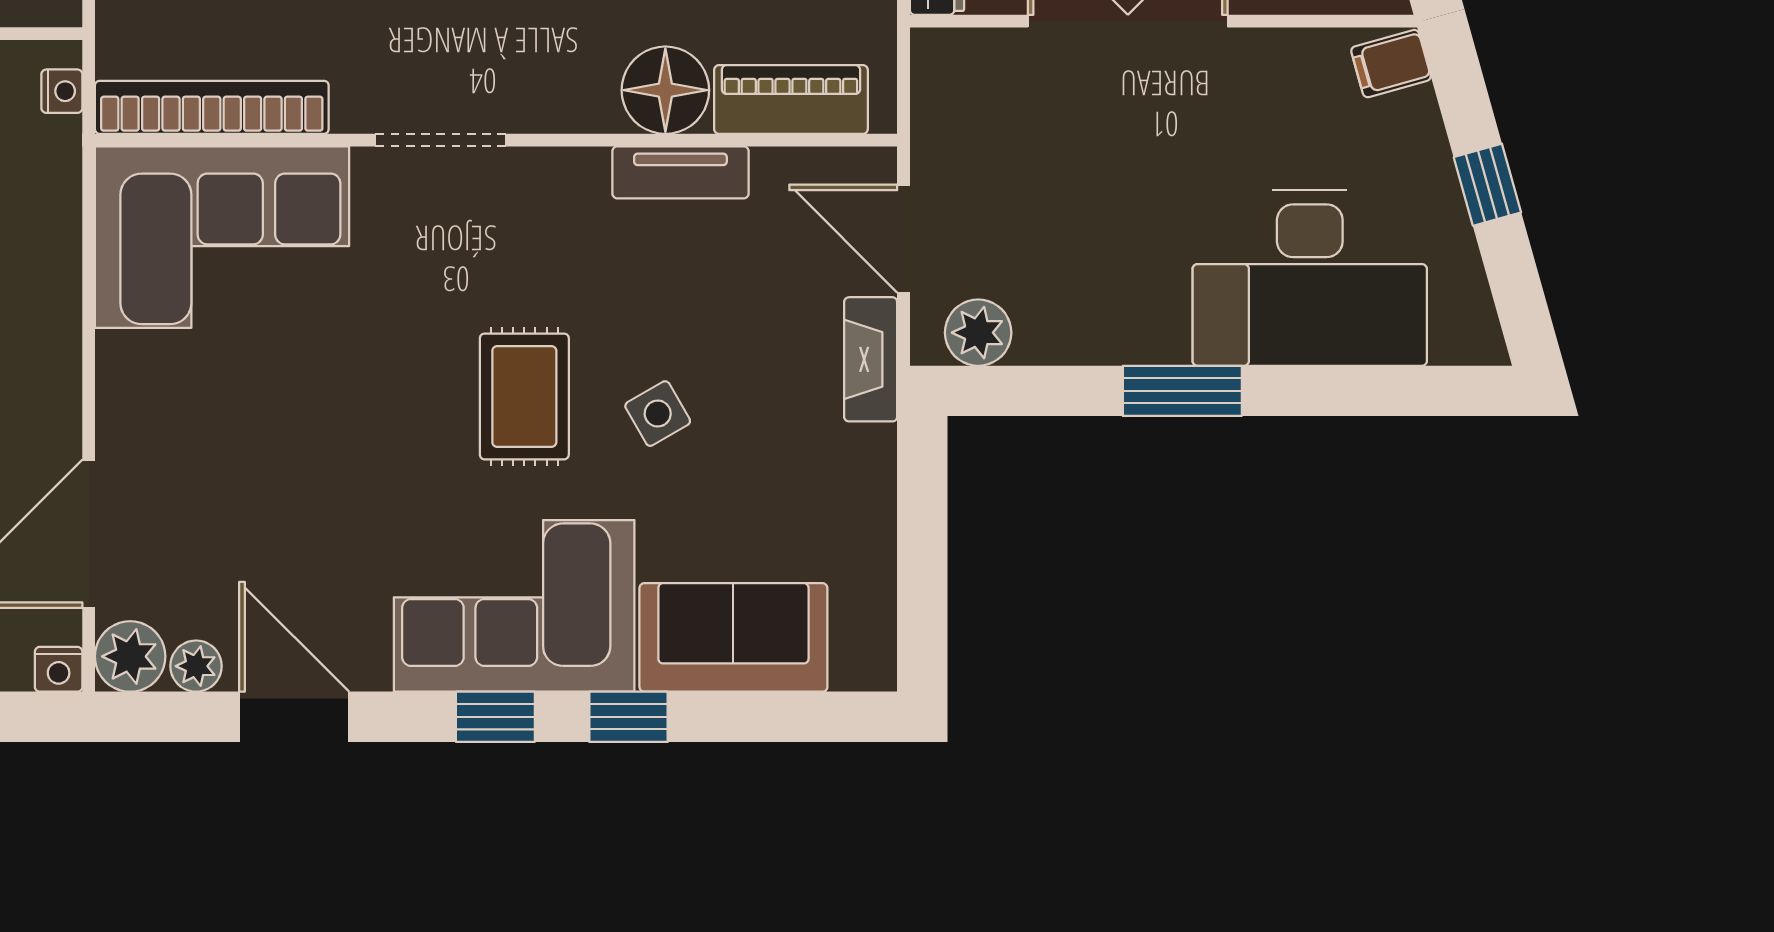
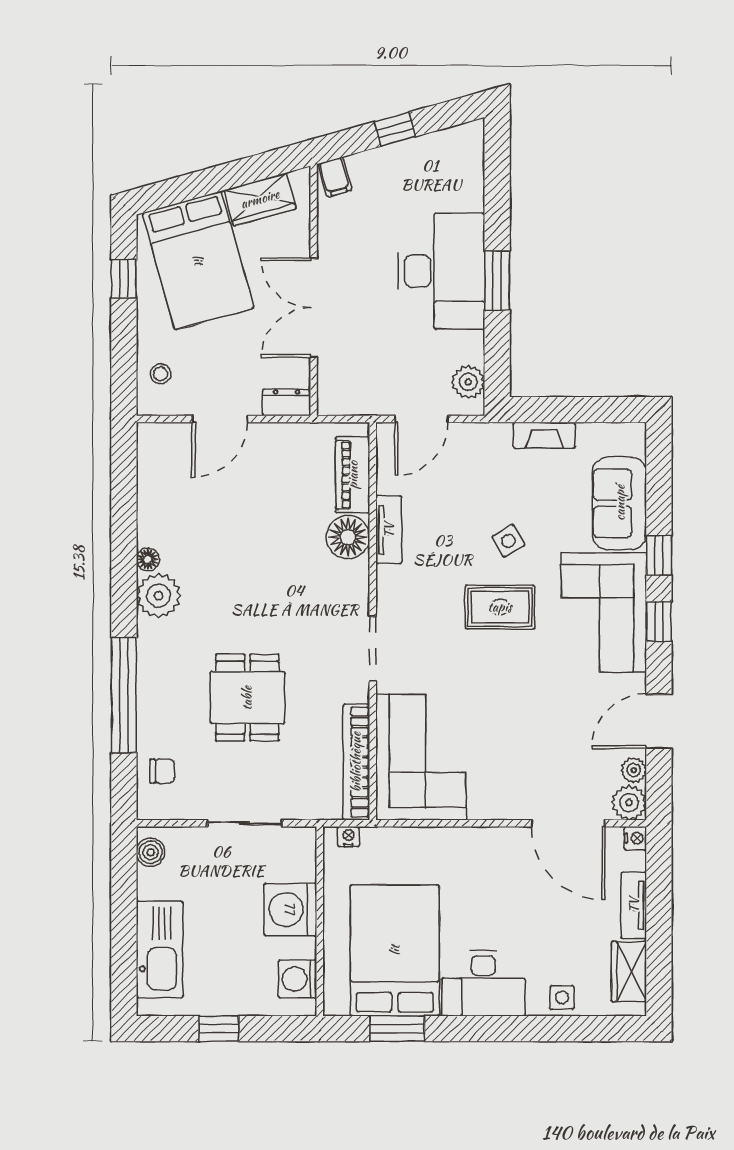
desk: (1310, 278) -> (441, 271), moved
fireplace: (871, 359) -> (544, 435), moved

